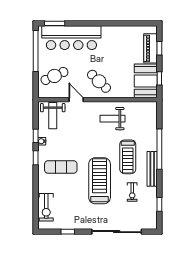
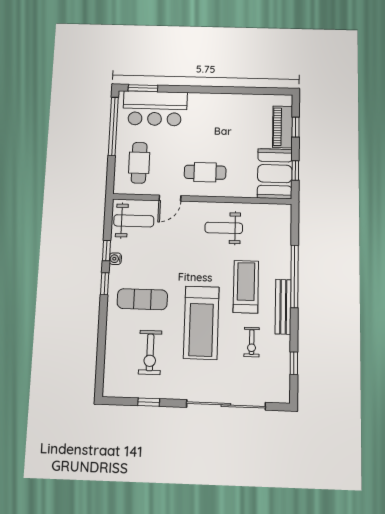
bar counter: (71, 38) -> (155, 108), width x0.73
cafe table: (54, 76) -> (139, 163), turned -66
cafe table: (99, 81) -> (205, 172), turned -44
door: (76, 100) -> (170, 198), swing flipped
weight bench: (53, 116) -> (134, 221), turned -90
treadmill: (128, 157) -> (246, 287), turned 180
treadmill: (100, 181) -> (201, 323), turned 180
exercise bike: (46, 207) -> (150, 352), moved

